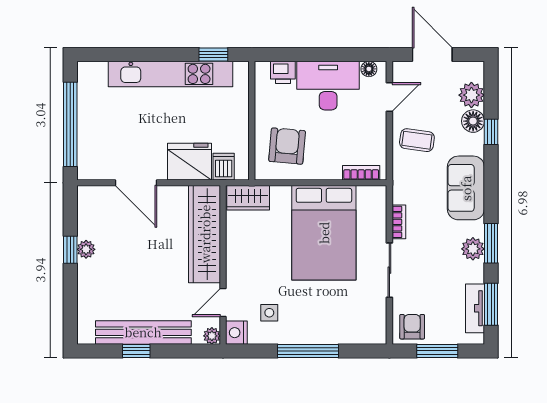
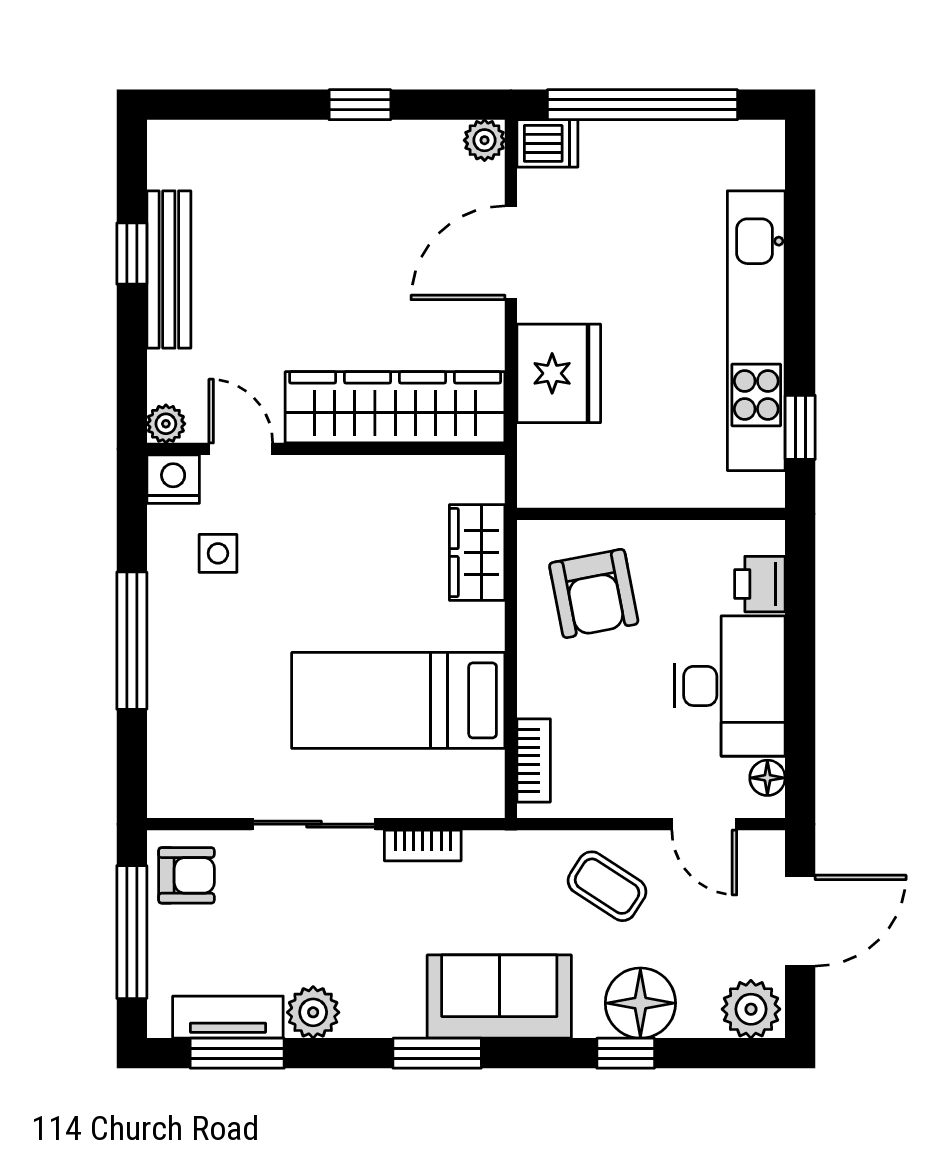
plant: (471, 95) -> (751, 1009), moved
floor lamp: (473, 121) -> (640, 1003), width x1.38, depth x1.38
coffee table: (417, 140) -> (607, 886), turned -65
armchair: (287, 146) -> (594, 593), turned 74
dishwasher: (224, 167) -> (547, 143), moved
wardrobe: (248, 198) -> (477, 553), moved
bed: (324, 233) -> (398, 700), width x0.67
window: (491, 243) -> (437, 1053), moved
plant: (86, 249) -> (485, 140), moved
plant: (473, 249) -> (313, 1012), moved
bench: (143, 332) -> (169, 269), width x0.73, depth x0.82
window: (437, 351) -> (132, 932), width x1.44

